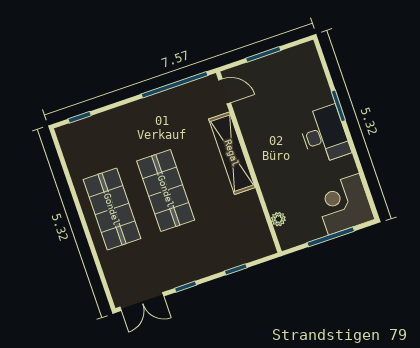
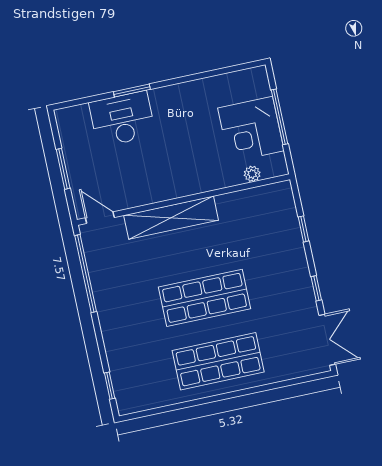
door: (225, 91) -> (100, 218), hinge flipped
desk: (324, 135) -> (122, 119), moved
corner desk: (344, 204) -> (251, 129), moved

